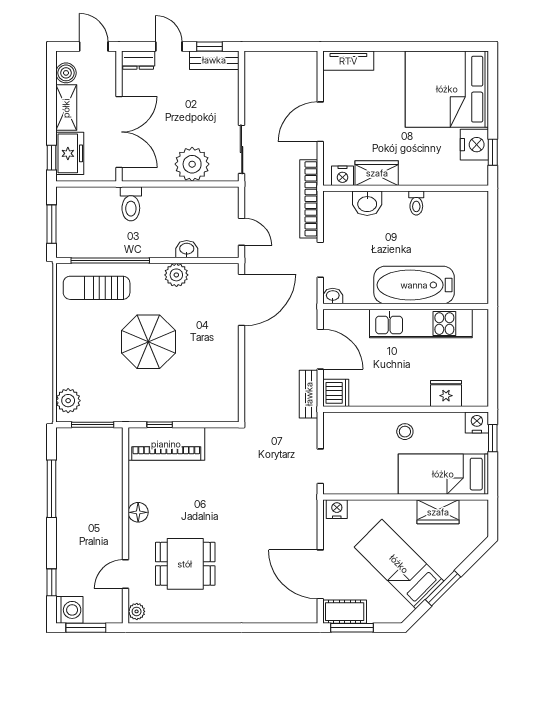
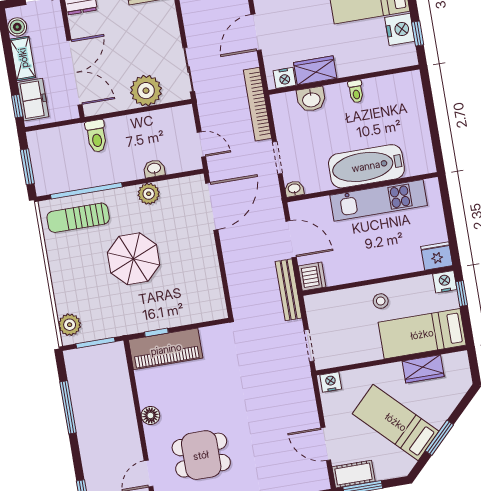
bench: (309, 394) -> (289, 290), width x1.36
fridge: (446, 394) -> (437, 256), moved
door: (320, 574) -> (326, 444), width x0.73

